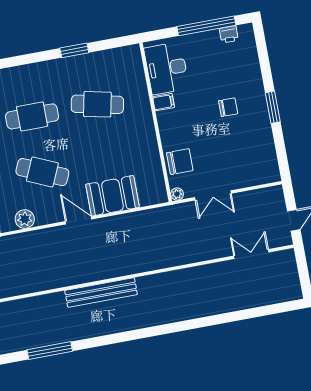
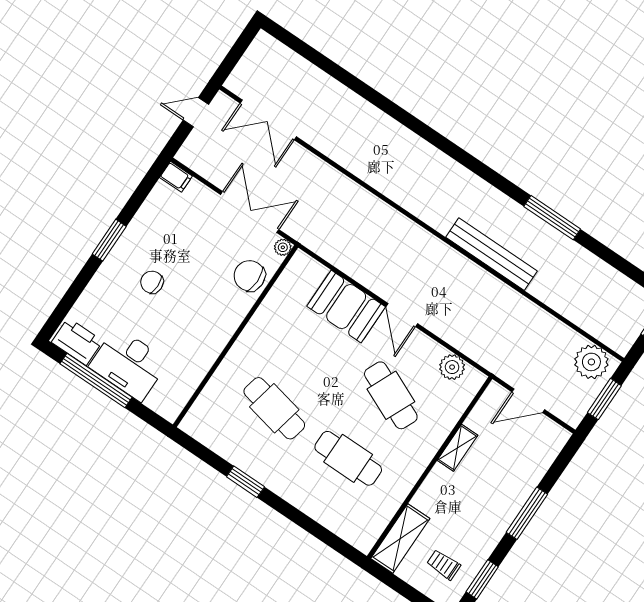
printer: (229, 34) -> (77, 342), width x1.87, depth x1.48
desk: (166, 68) -> (129, 364), moved, turned 90
filing cabinet: (164, 102) -> (176, 177), moved, turned 180
double door: (213, 195) -> (250, 212), width x1.37
double door: (251, 254) -> (268, 120), width x1.37
bench: (101, 292) -> (491, 254), moved

